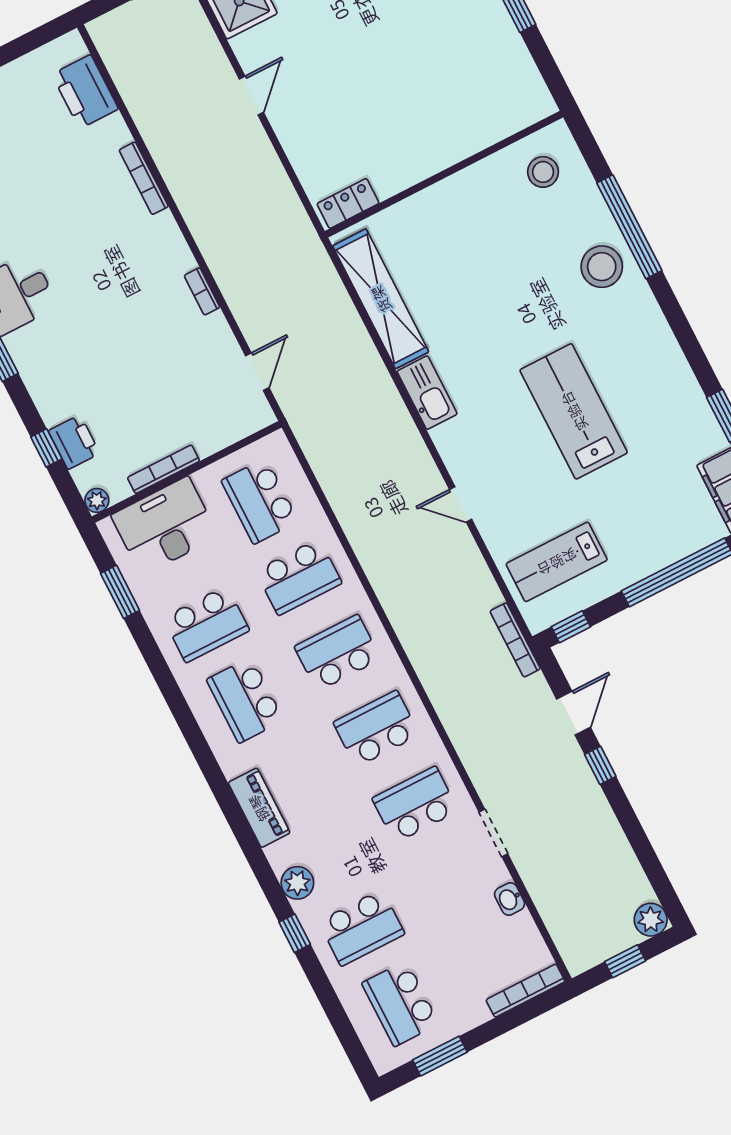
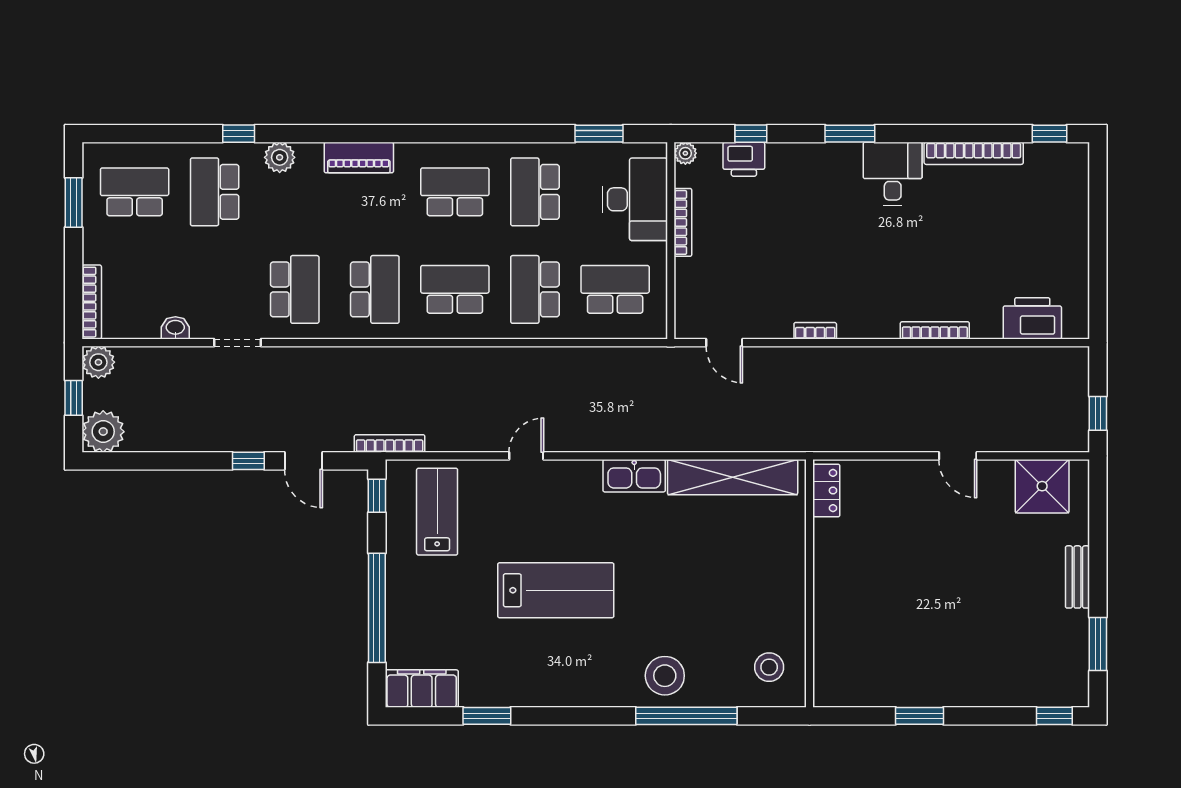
school desk: (338, 653) -> (455, 289), turned -90
plant: (651, 920) -> (103, 432), width x1.36, depth x1.36
plant: (579, 955) -> (98, 362), added

